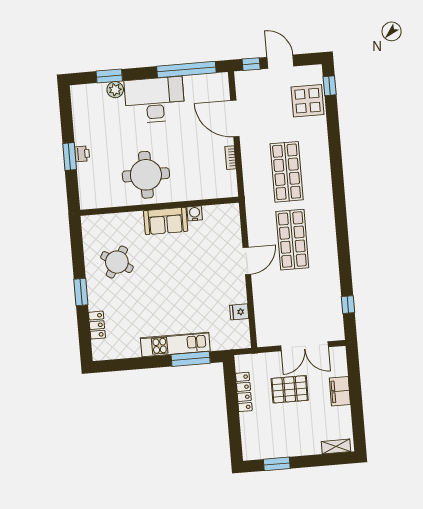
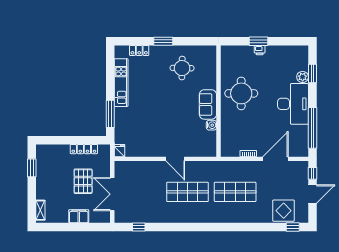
round table: (117, 262) -> (182, 68), turned -31
fridge: (239, 312) -> (120, 151), moved
kitchen unit: (175, 344) -> (121, 83), moved

